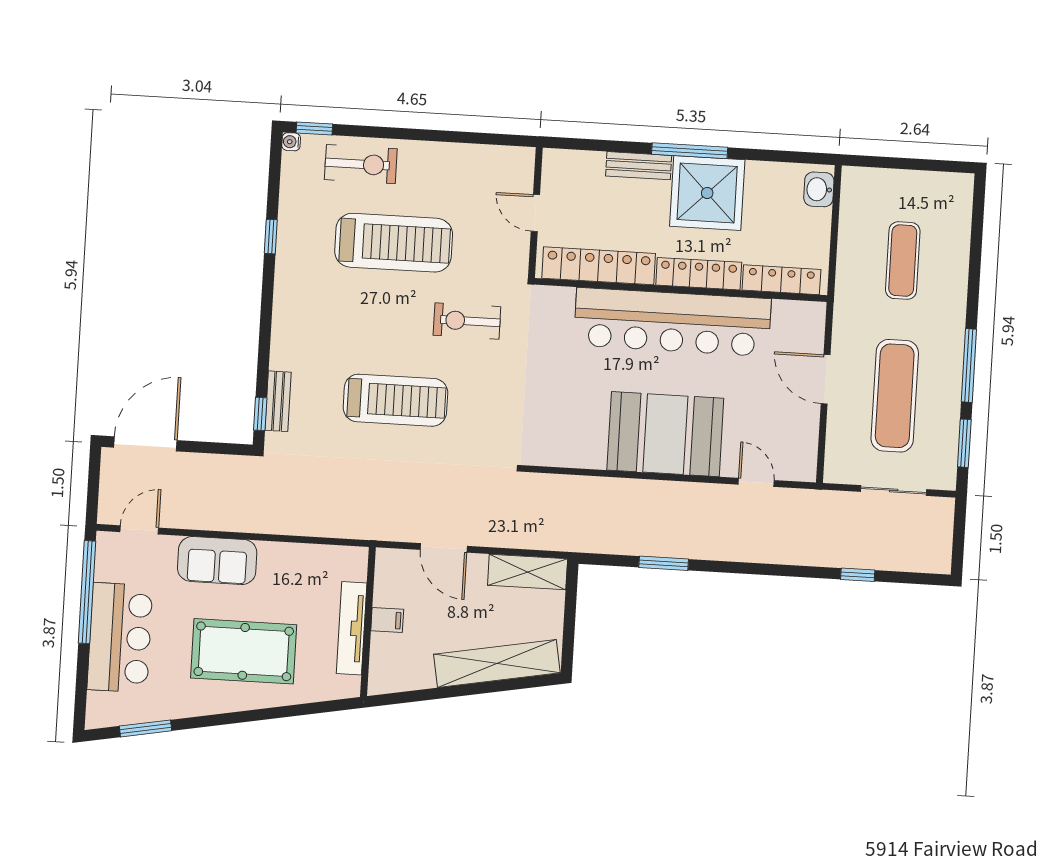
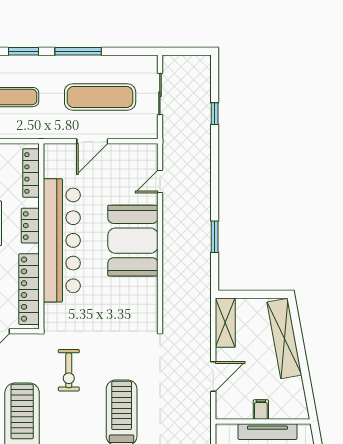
locker: (699, 274) -> (30, 226), width x0.66
window: (964, 443) -> (23, 51), moved

